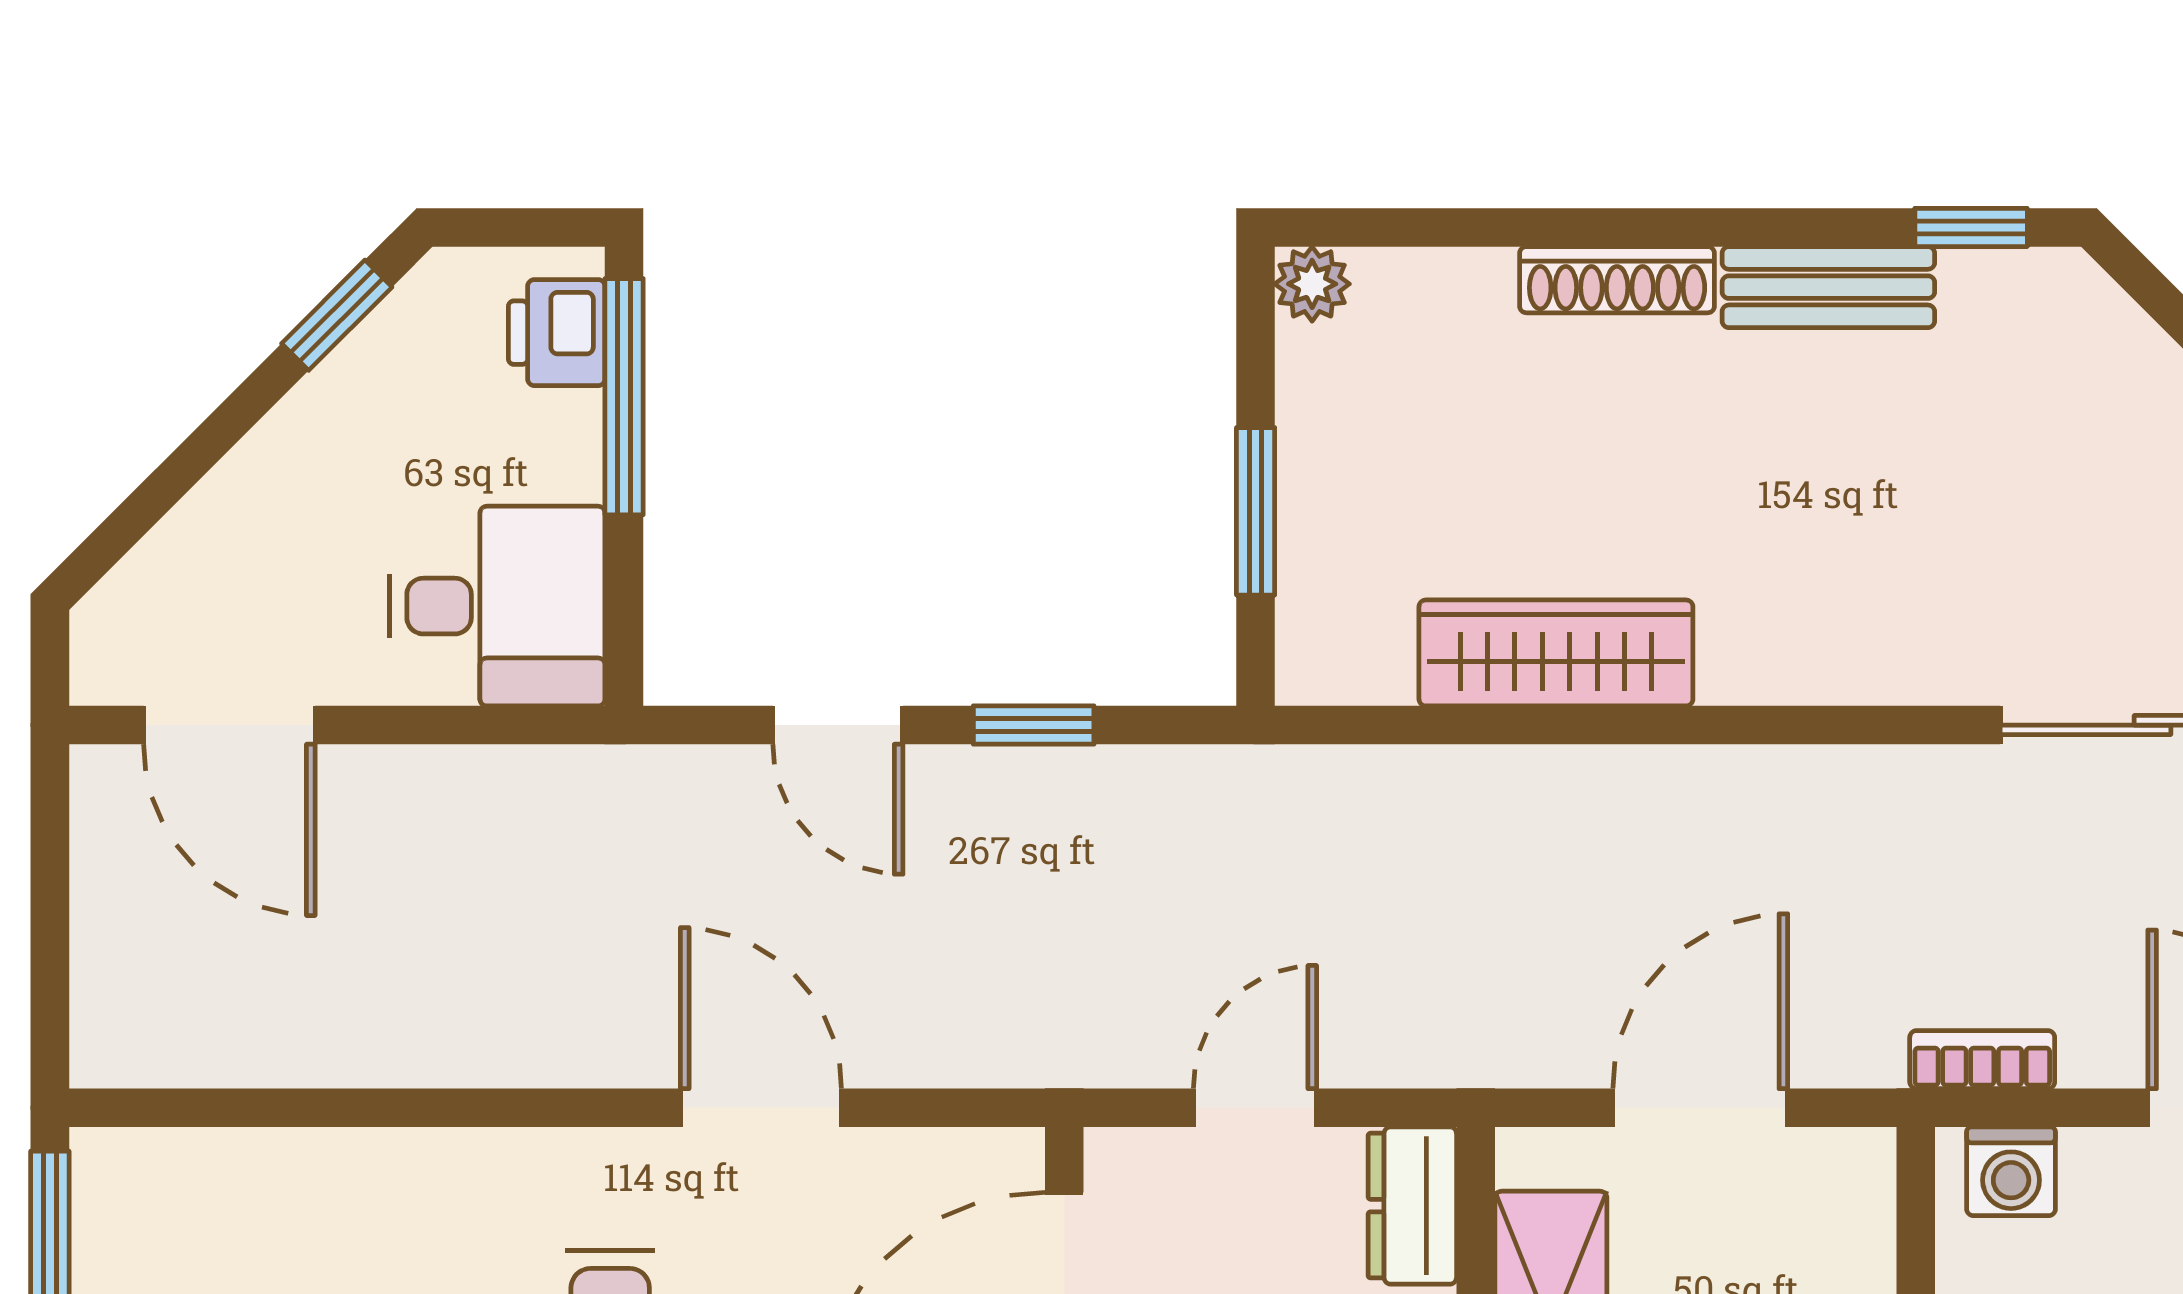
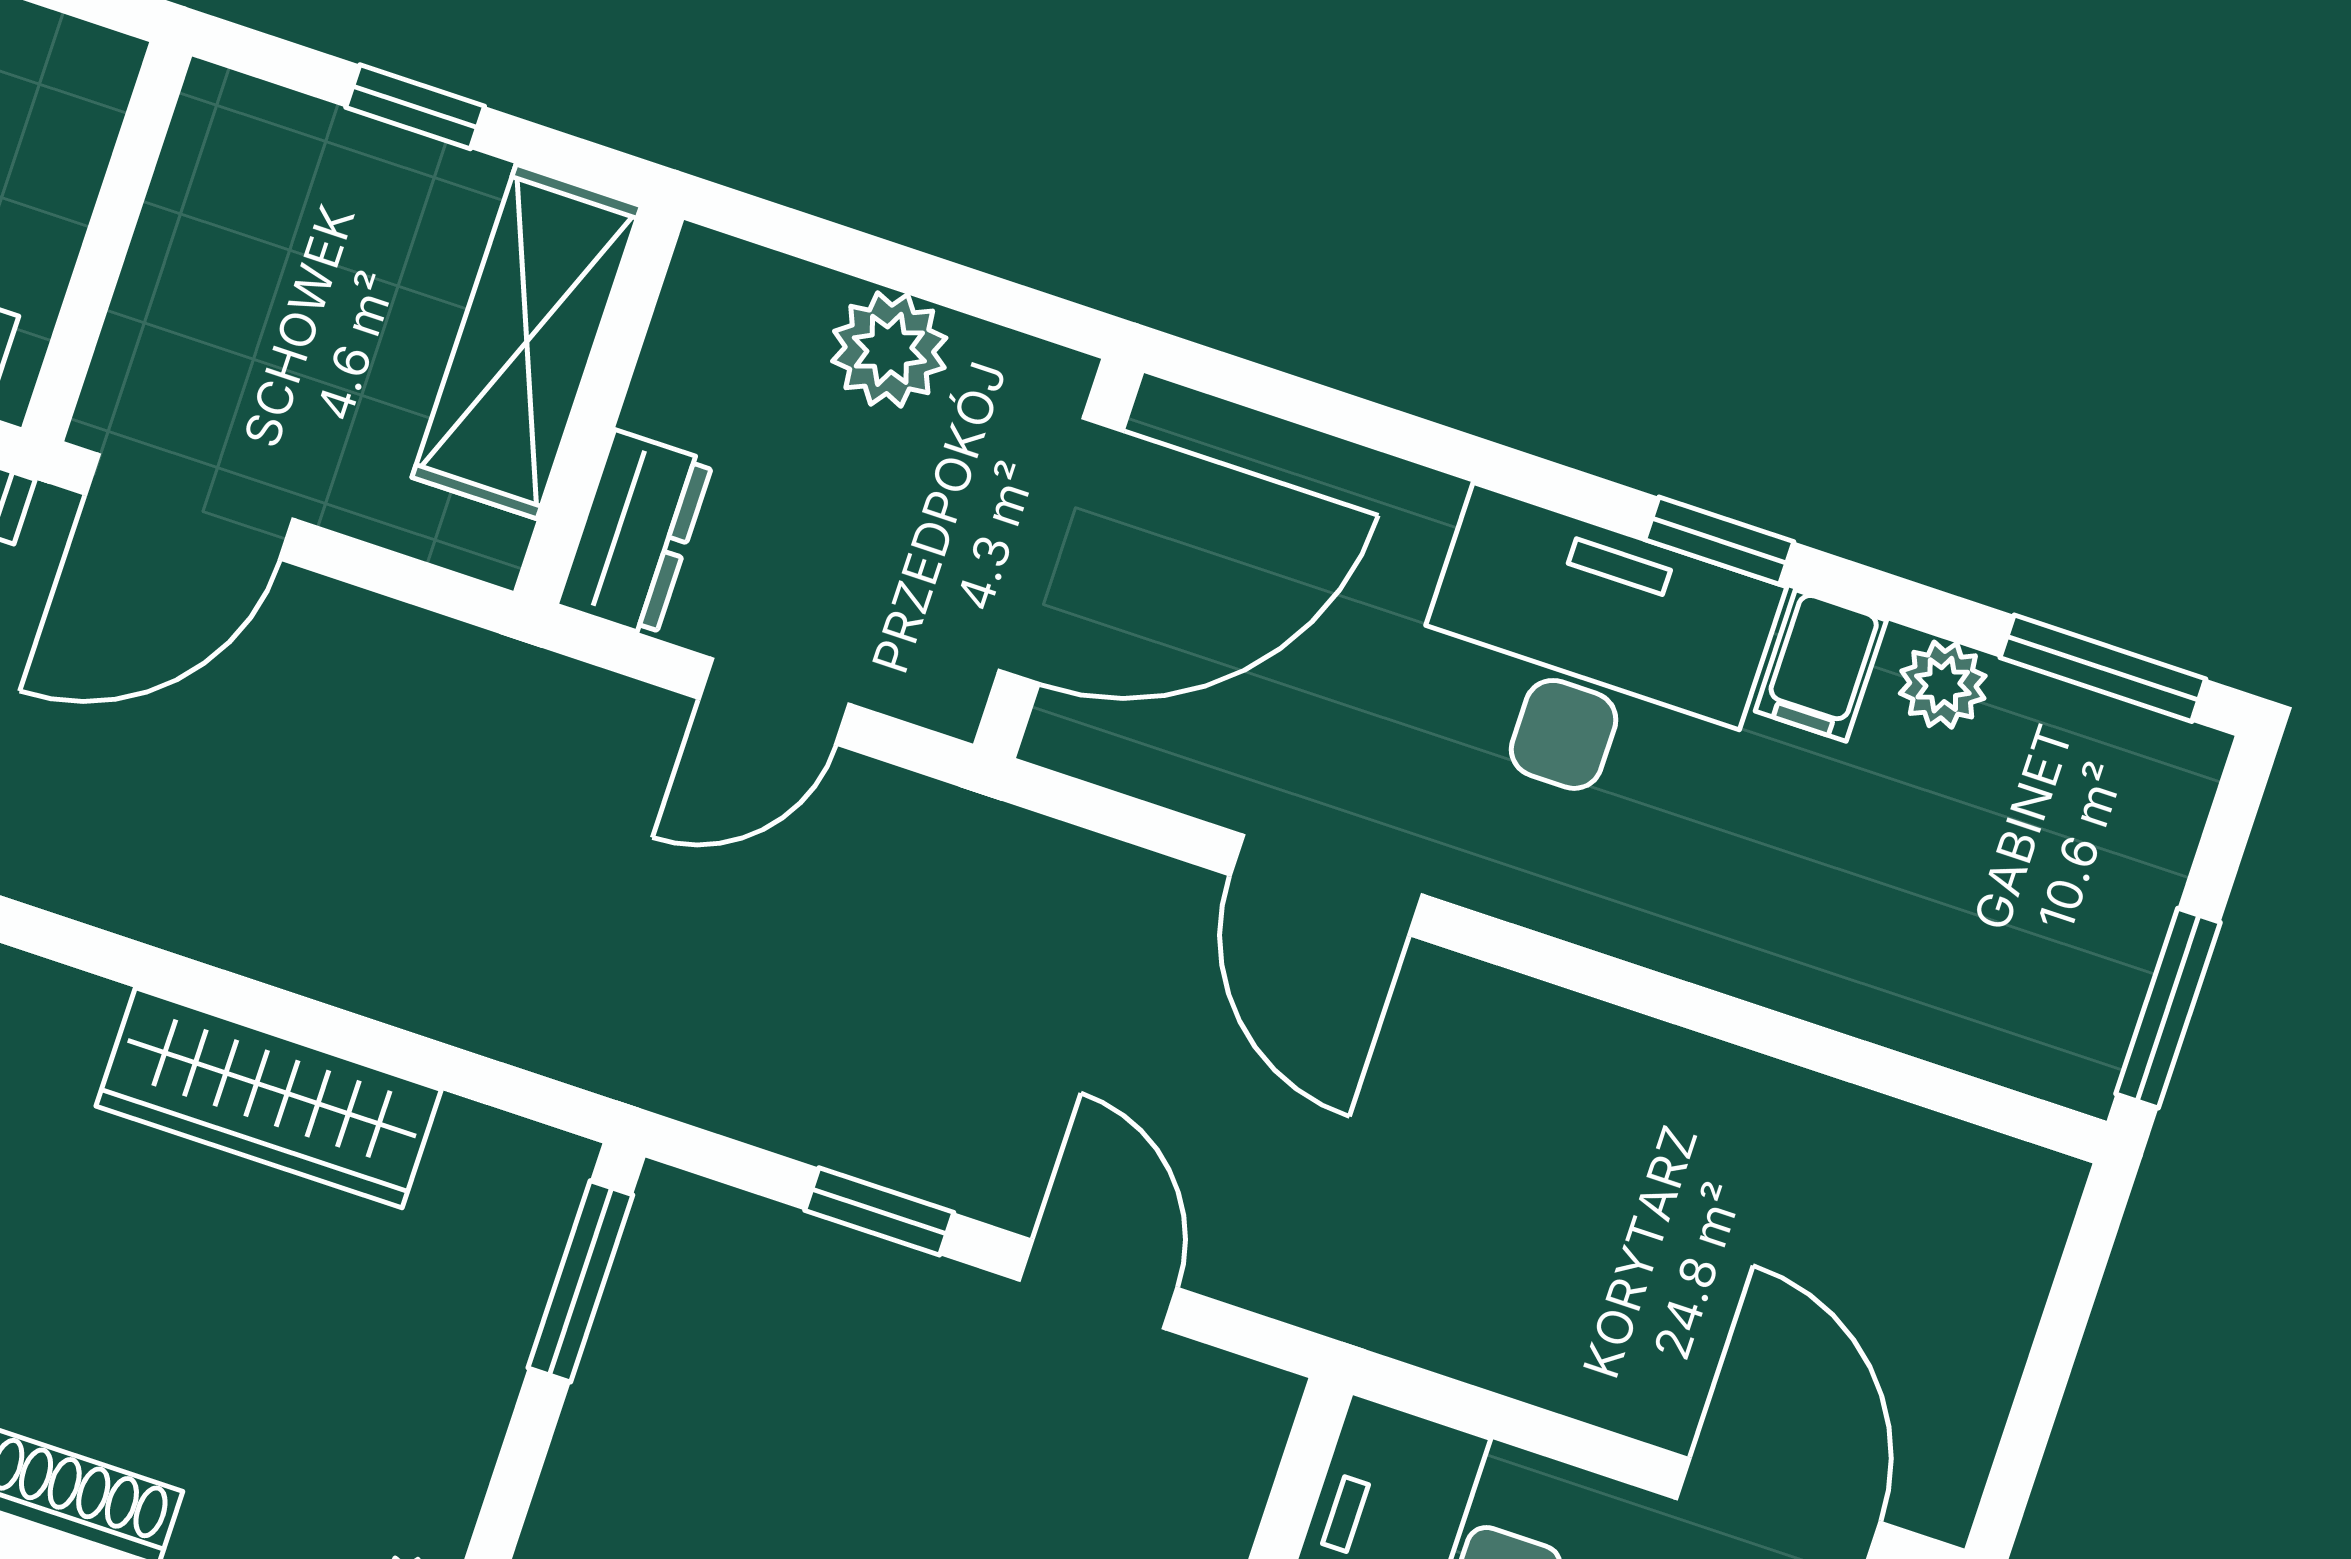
window: (1256, 511) -> (580, 1281), moved
door: (1700, 1108) -> (189, 507), moved

